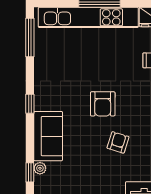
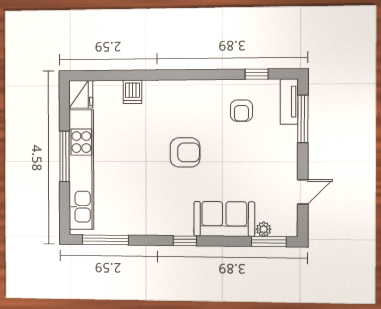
armchair: (118, 142) -> (241, 111), moved, turned -107
window: (30, 172) -> (269, 242), width x1.50

